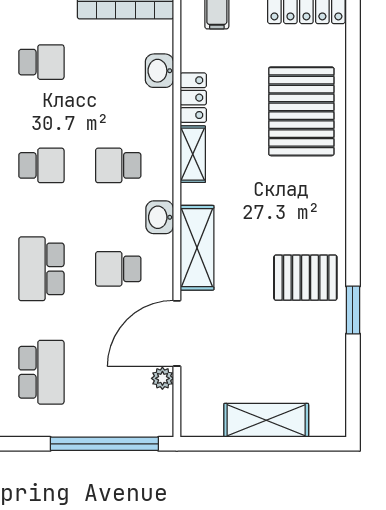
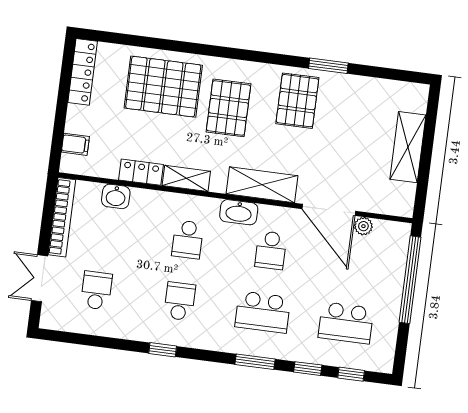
pallet: (286, 195) -> (229, 108), added
washbasin: (160, 217) -> (239, 212), width x1.38
school desk: (41, 372) -> (346, 323), turned 180

